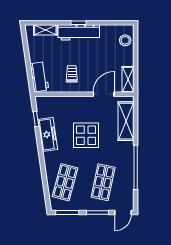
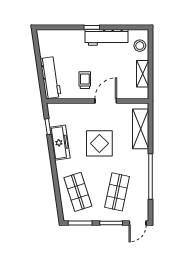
shelving: (45, 30) -> (58, 35), removed
workbench: (79, 32) -> (106, 37), moved
workbench: (39, 77) -> (51, 78), width x1.38
shelving: (128, 79) -> (143, 74), moved
door: (104, 94) -> (106, 101), moved
shop shelf: (65, 182) -> (78, 192), turned -33

